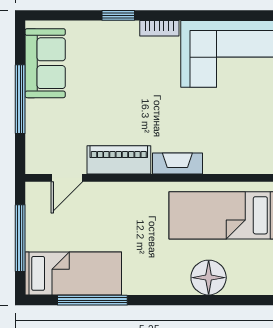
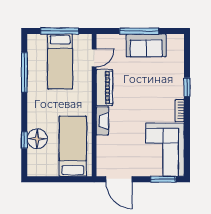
sofa: (45, 63) -> (146, 45), moved
door: (67, 178) -> (94, 58), swing flipped
bed: (73, 273) -> (60, 61), moved
window: (211, 300) -> (24, 140), added

